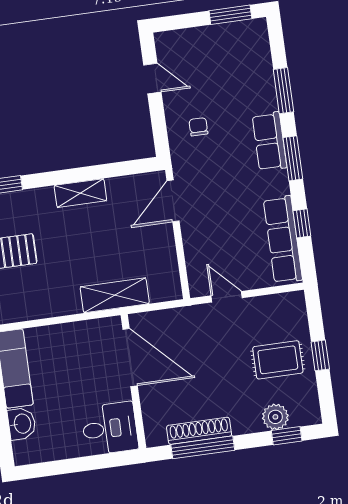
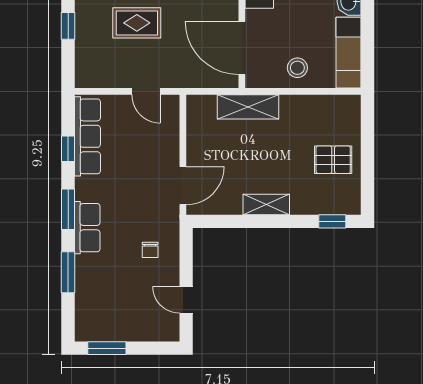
stool: (67, 345) -> (297, 68), added
rug: (278, 360) -> (137, 23), moved

